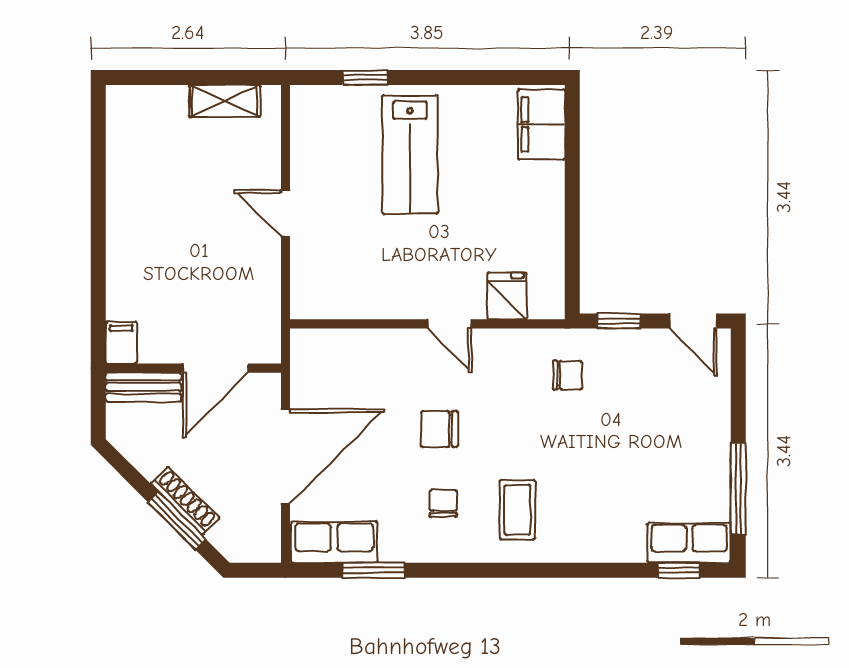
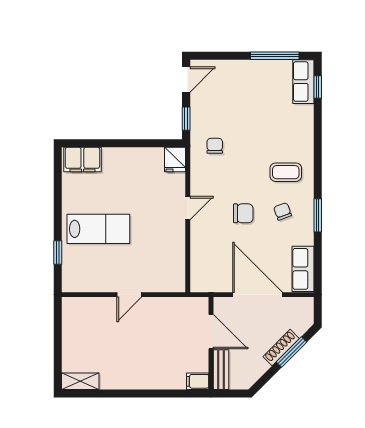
shelving: (225, 101) -> (80, 381), moved, turned 90
fridge: (507, 296) -> (175, 160), moved, turned -90
chair: (439, 429) -> (243, 213), turned -90
chair: (443, 504) -> (283, 211), turned 70
window: (373, 570) -> (318, 215), moved

